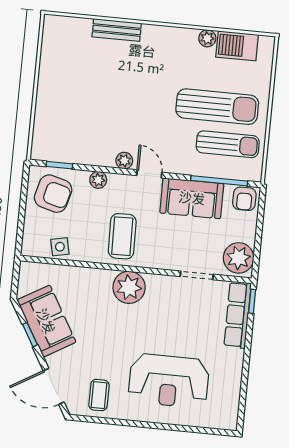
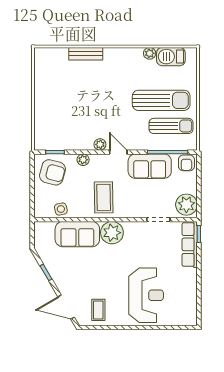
sofa: (46, 321) -> (77, 234), moved, turned 120
reception desk: (169, 381) -> (146, 295), turned -90

